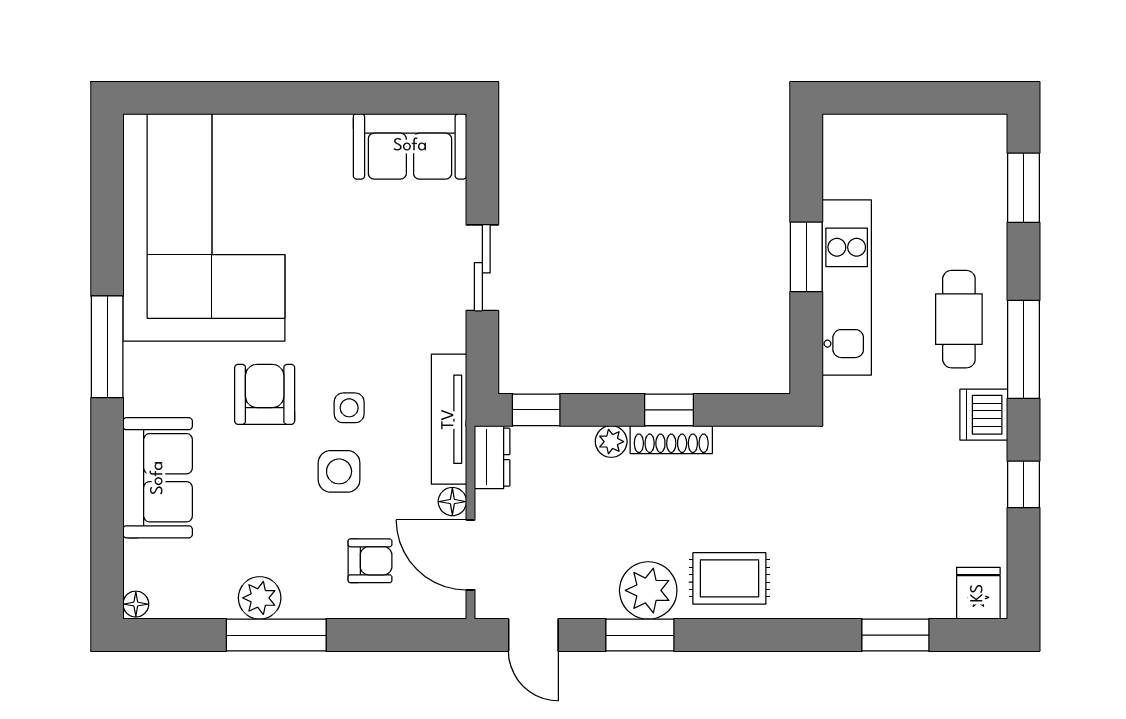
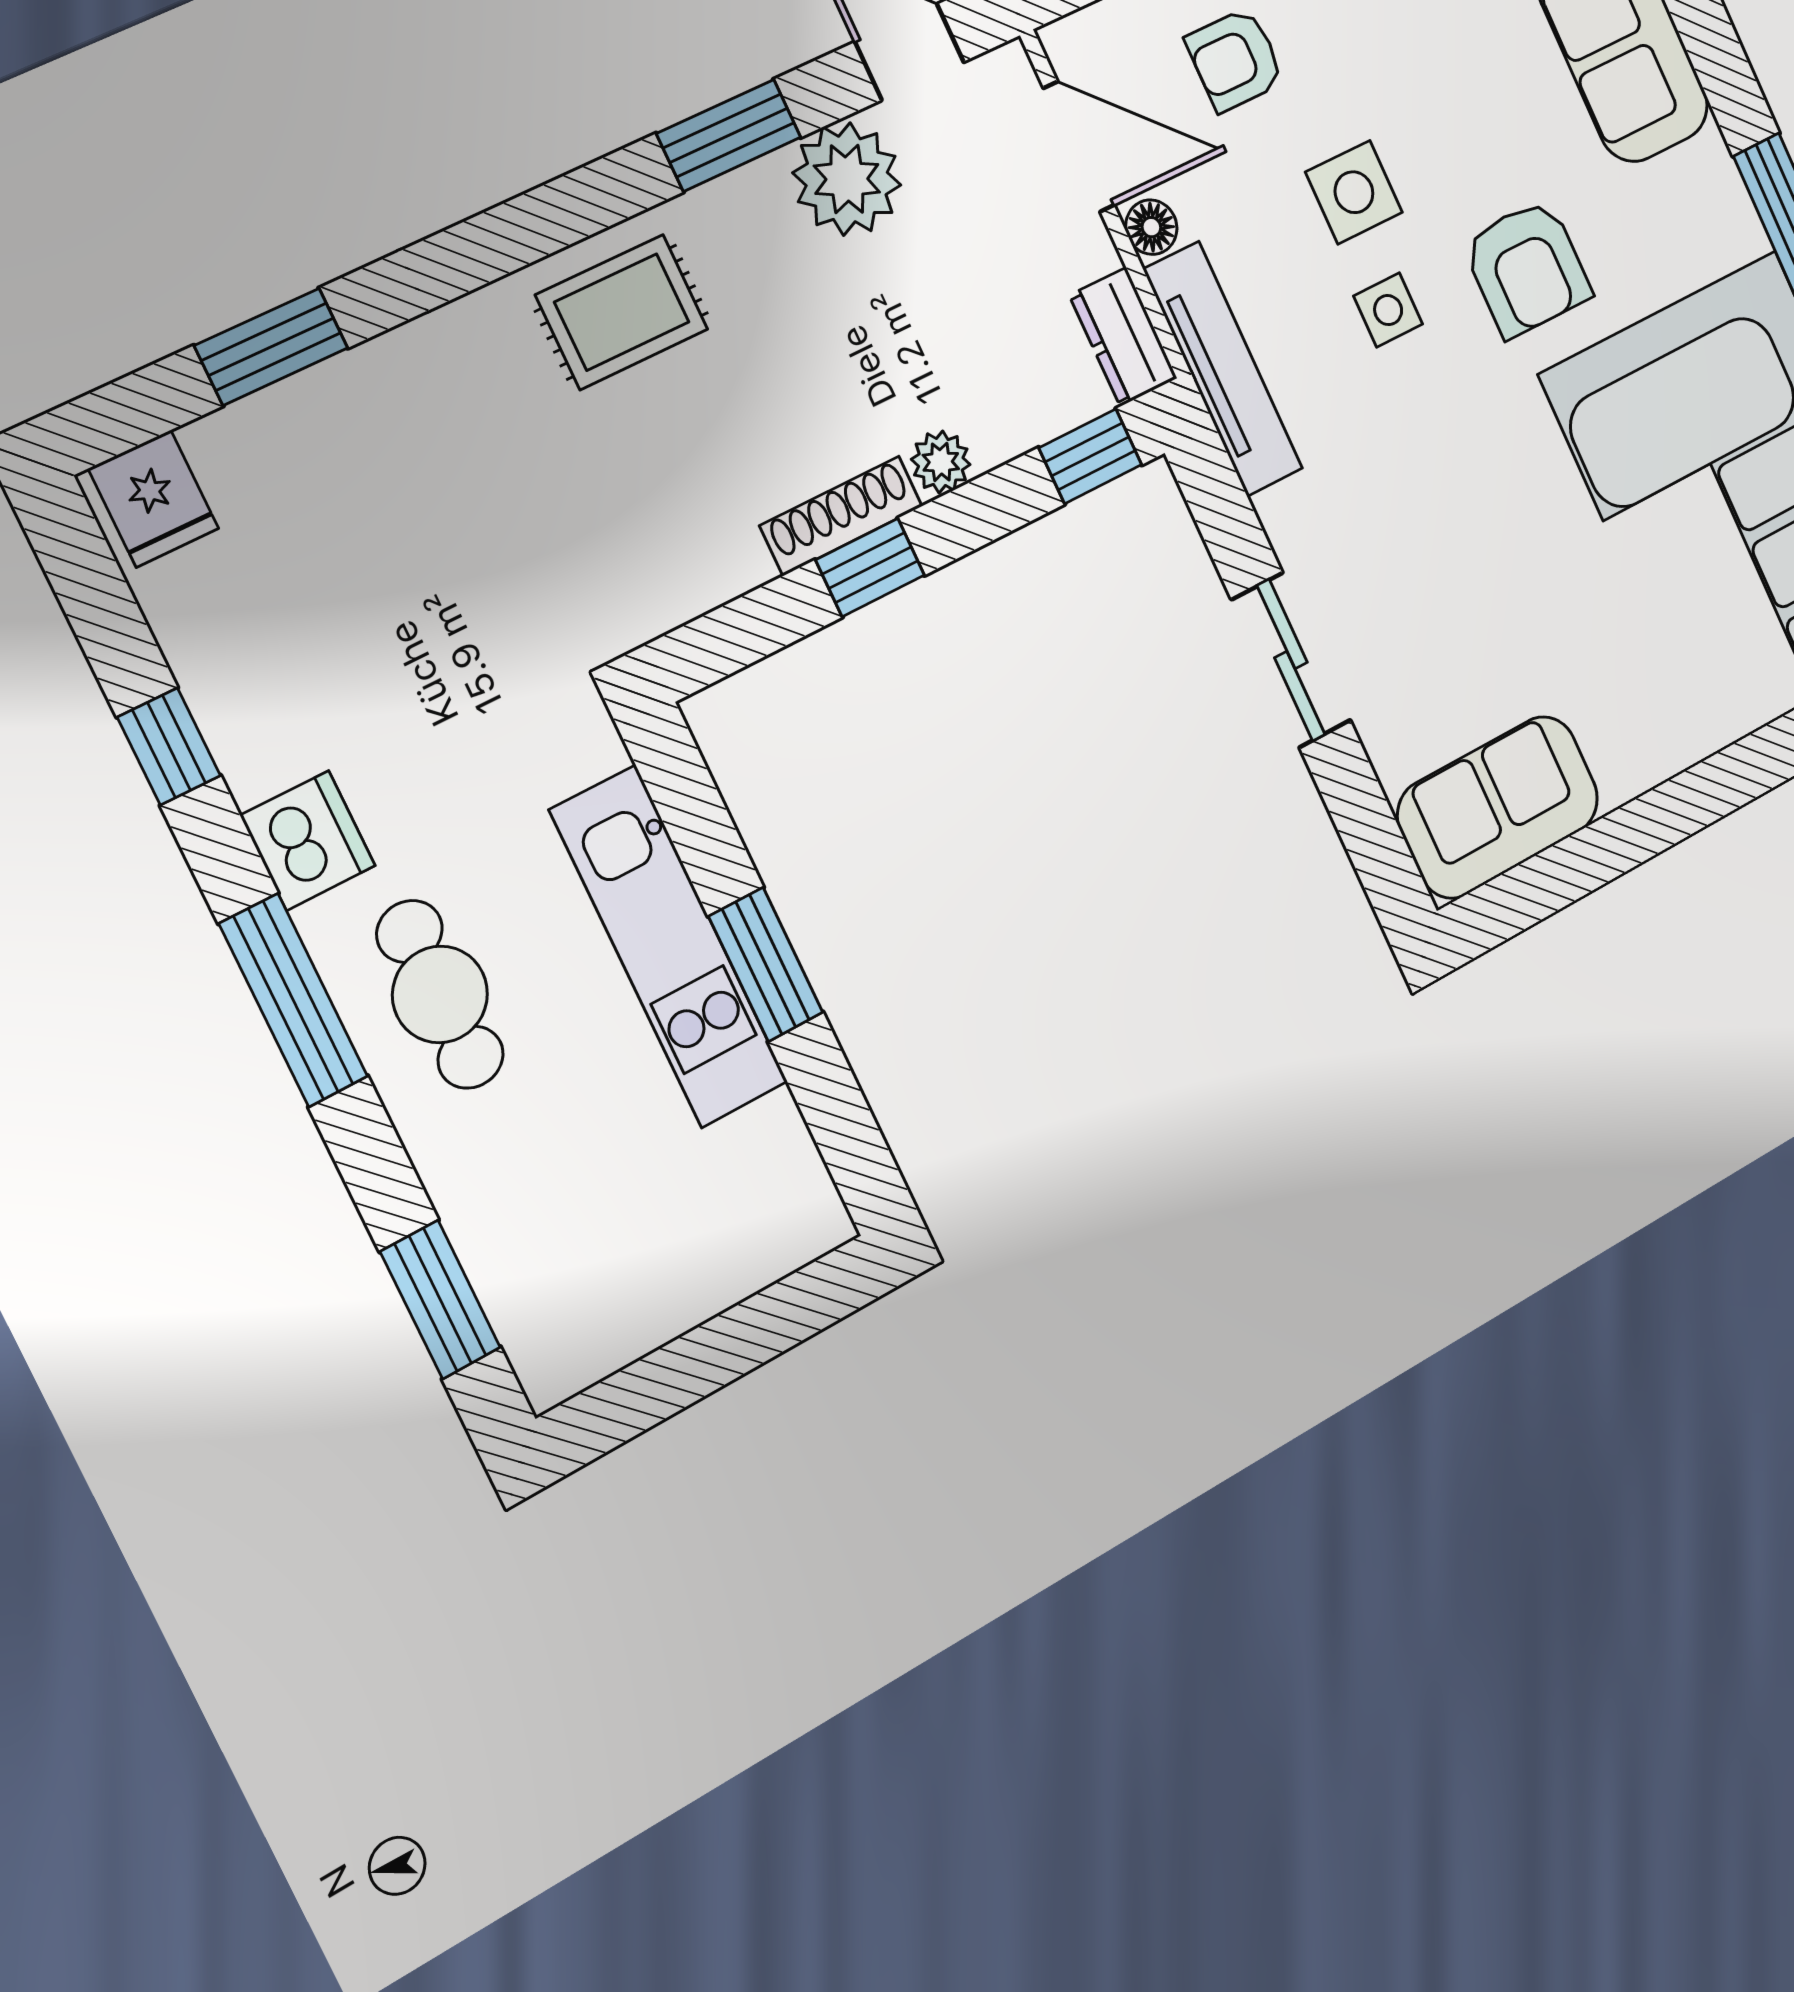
plant: (648, 590) -> (847, 179), moved

